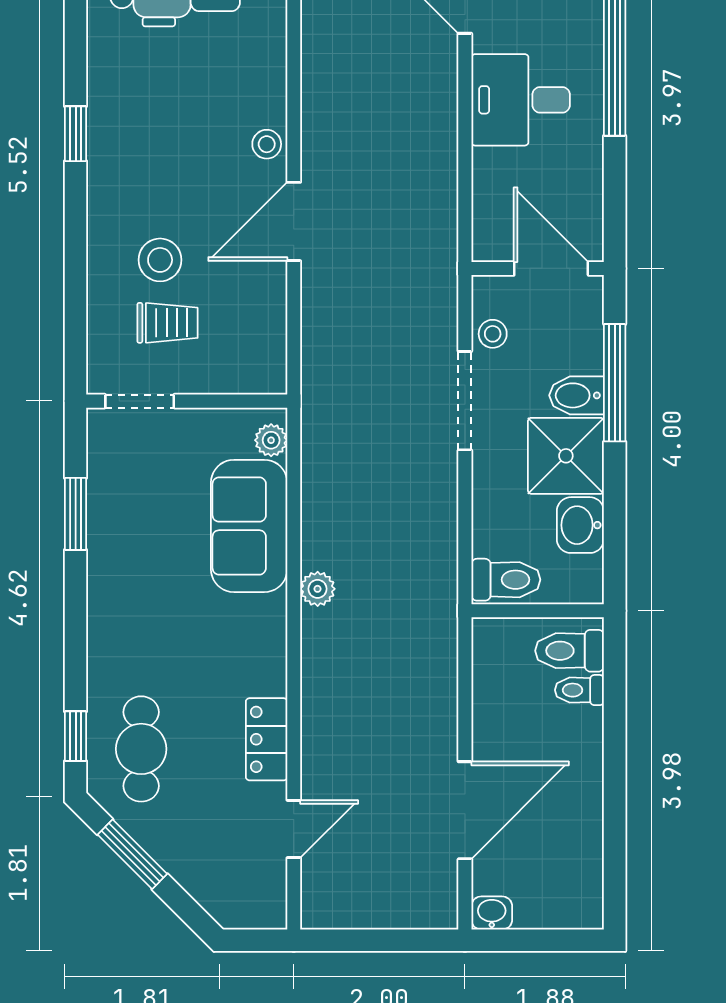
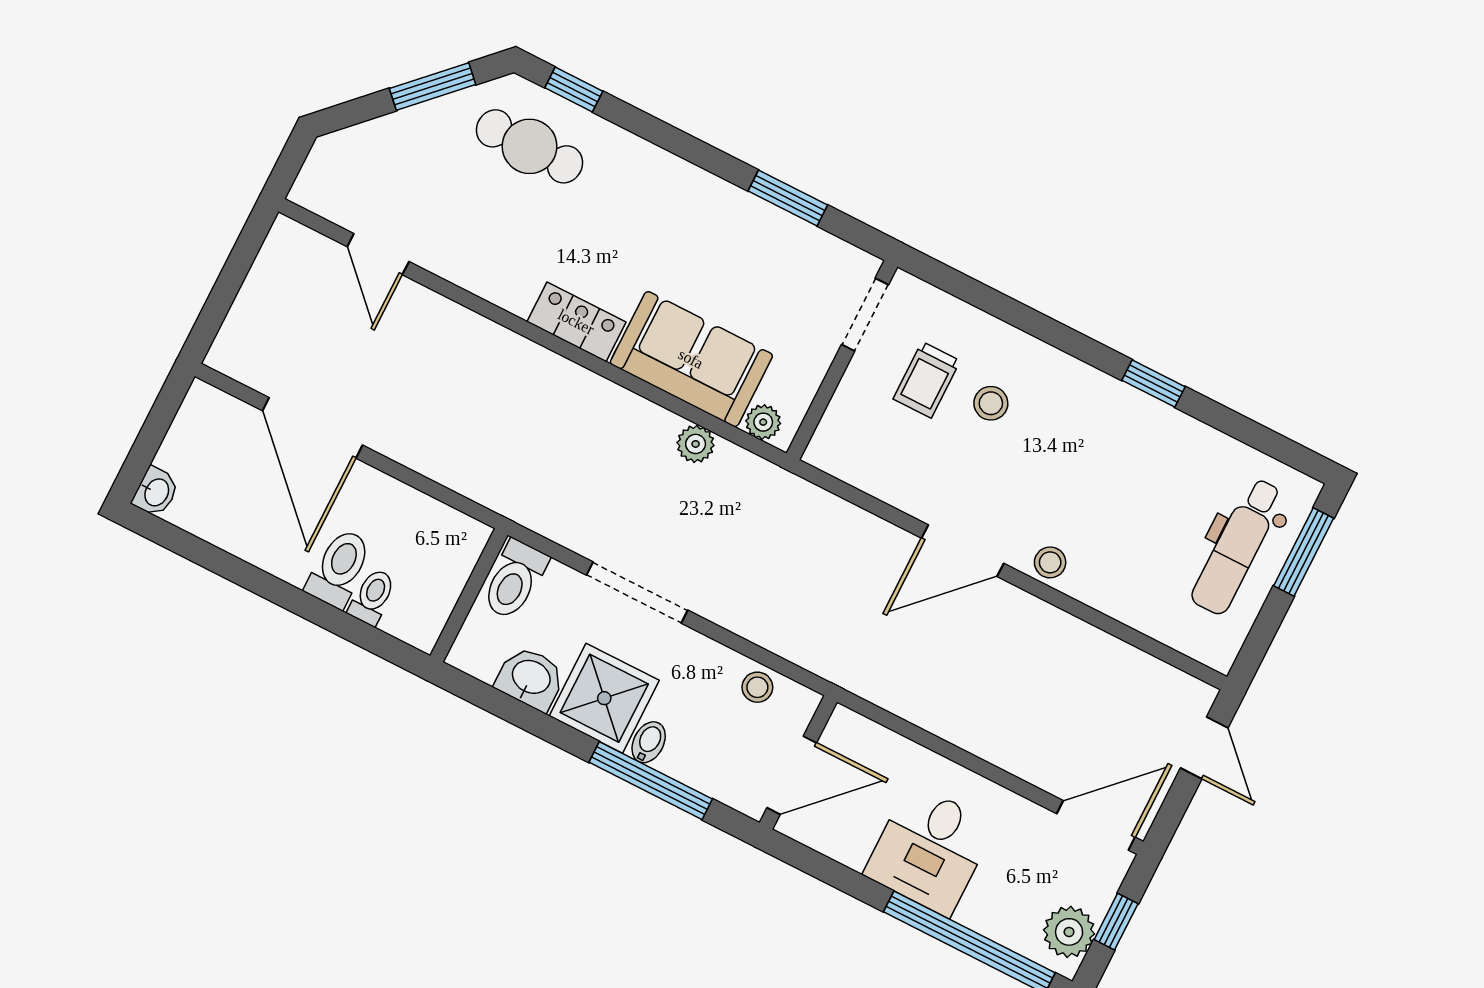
desk: (521, 100) -> (930, 850), moved, turned 180
door: (294, 221) -> (963, 551), swing flipped
stool: (160, 260) -> (991, 403), width x0.73, depth x0.73
bidet: (577, 395) -> (649, 742), width x0.72, depth x0.74
doorway: (465, 401) -> (637, 593), moved
plant: (318, 589) -> (696, 444), moved
toilet: (570, 651) -> (339, 568), moved
locker: (267, 739) -> (576, 322), moved
washbasin: (492, 913) -> (156, 492), moved

